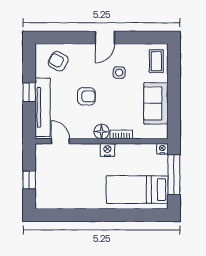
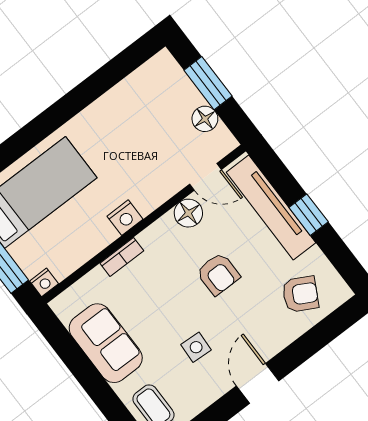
armchair: (86, 96) -> (218, 274), turned -90
floor lamp: (101, 132) -> (188, 213), moved
floor lamp: (42, 166) -> (205, 119), added
window: (29, 180) -> (208, 83), width x1.50

